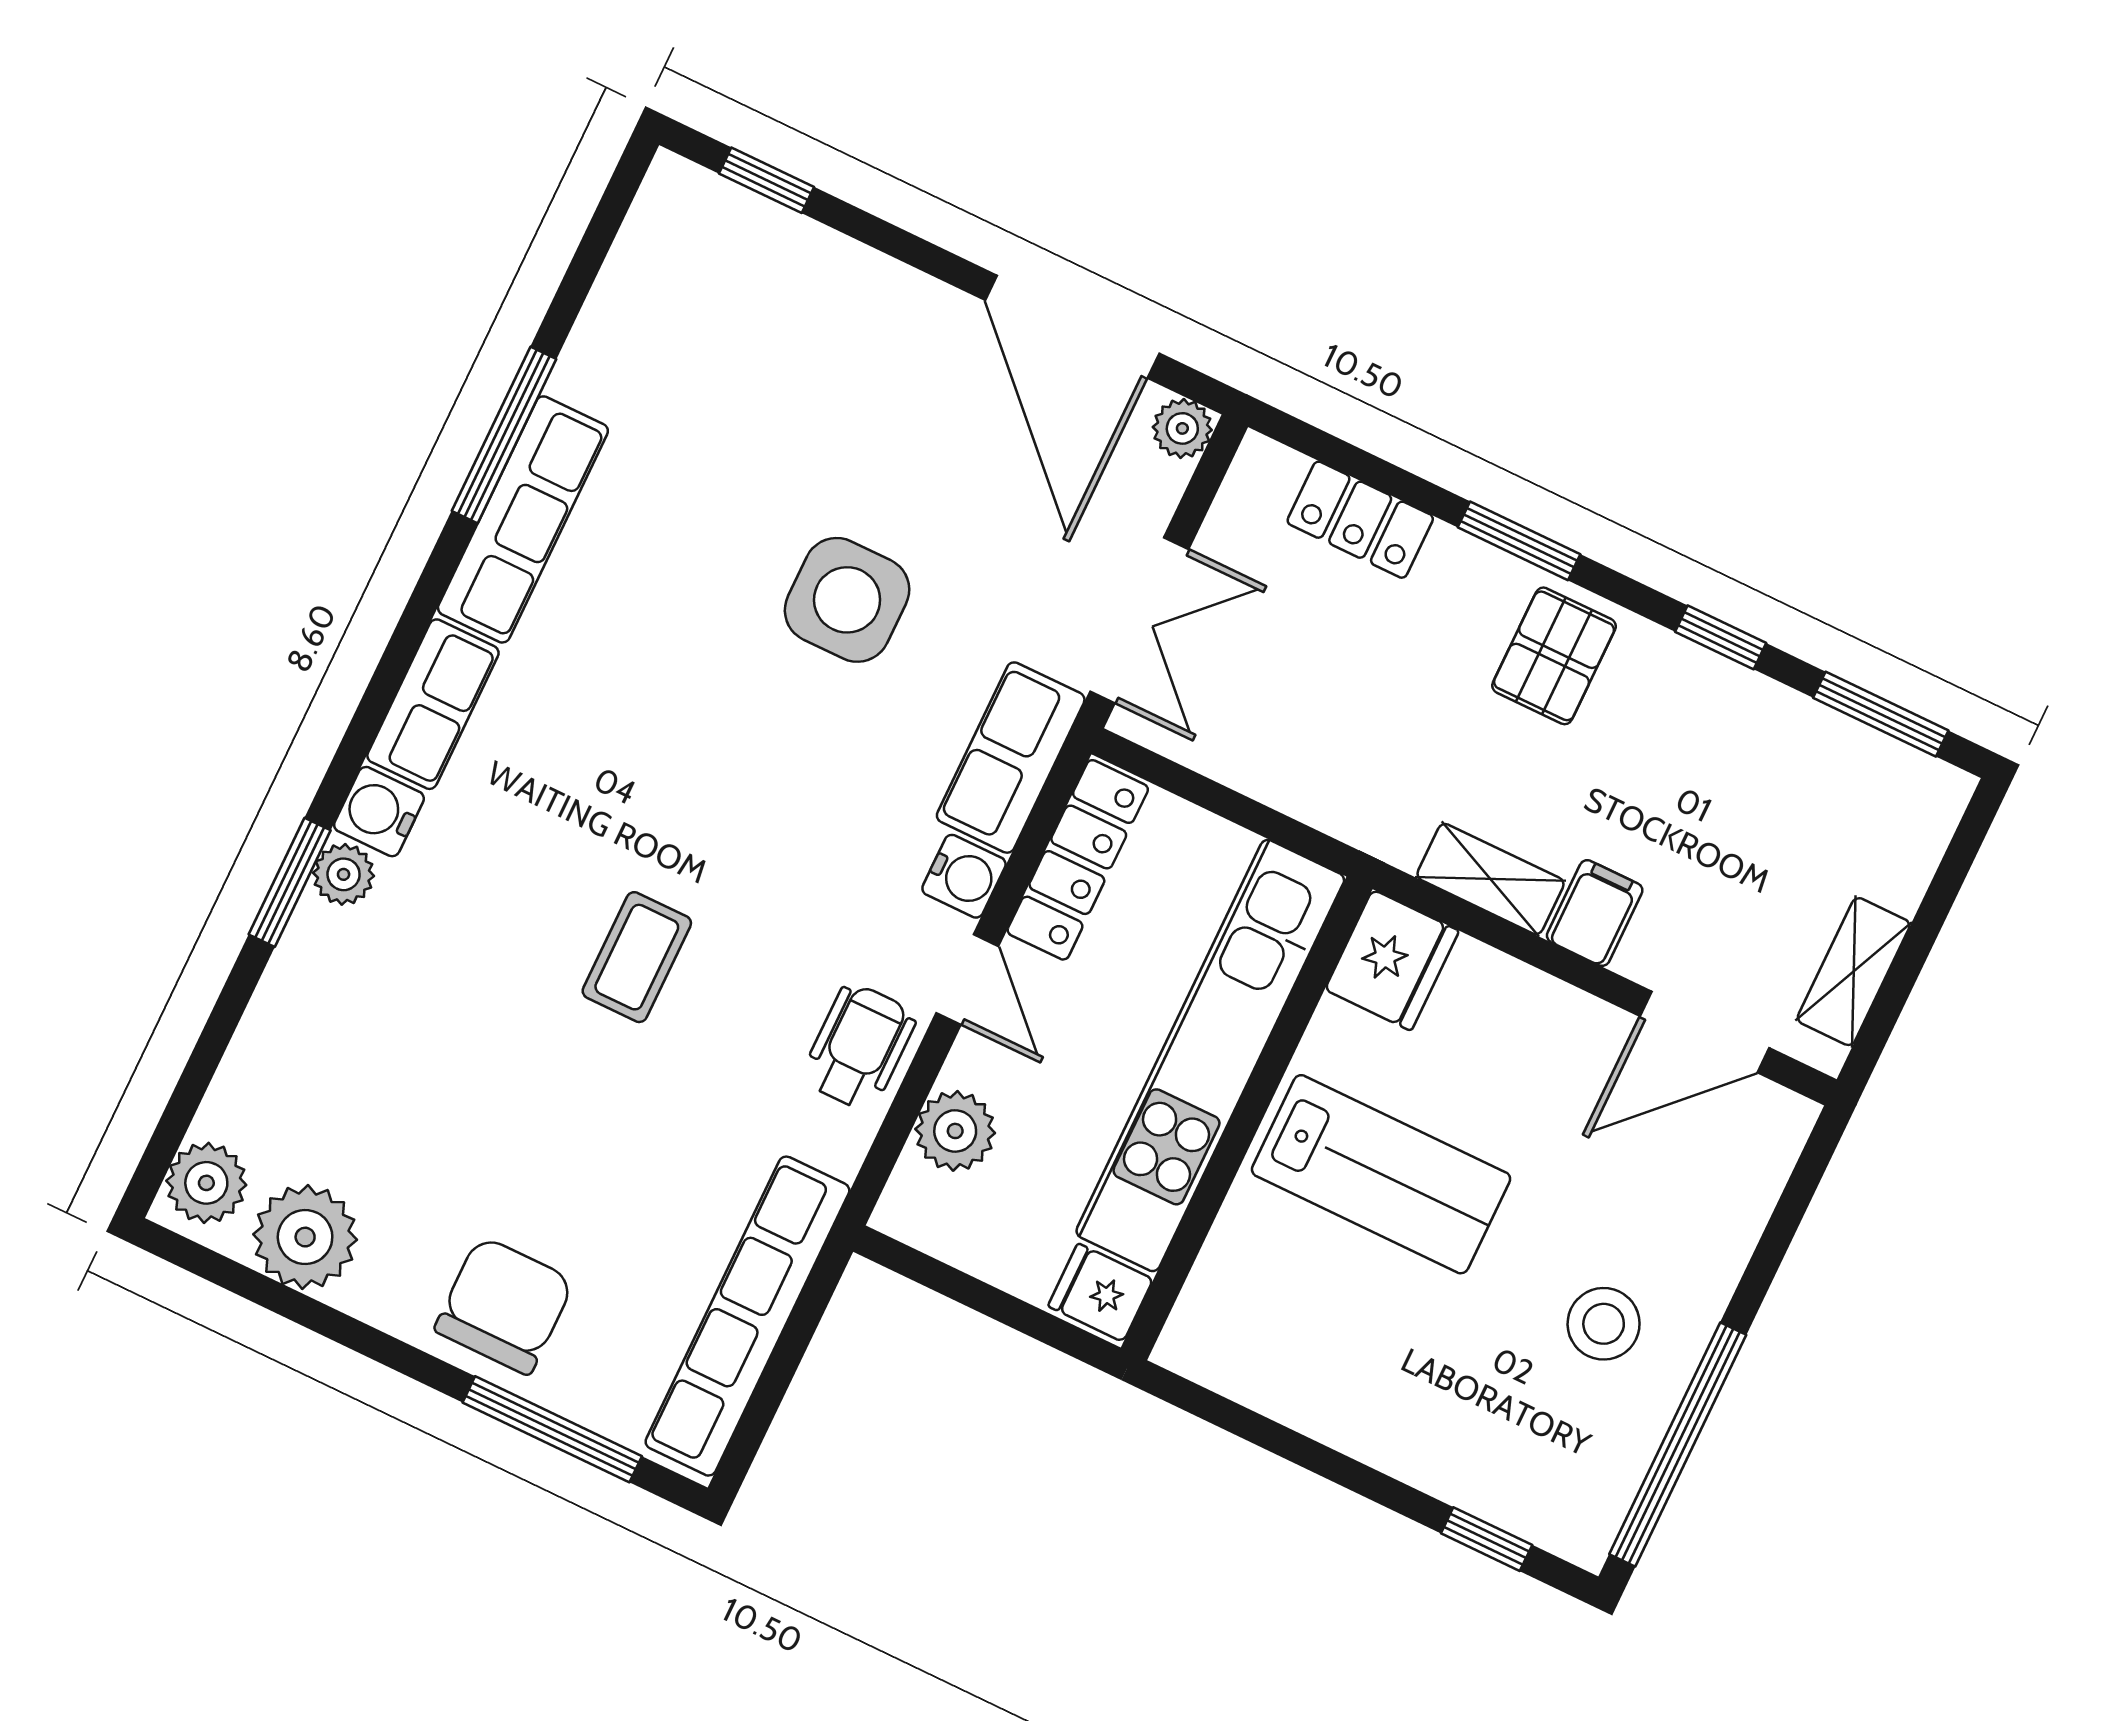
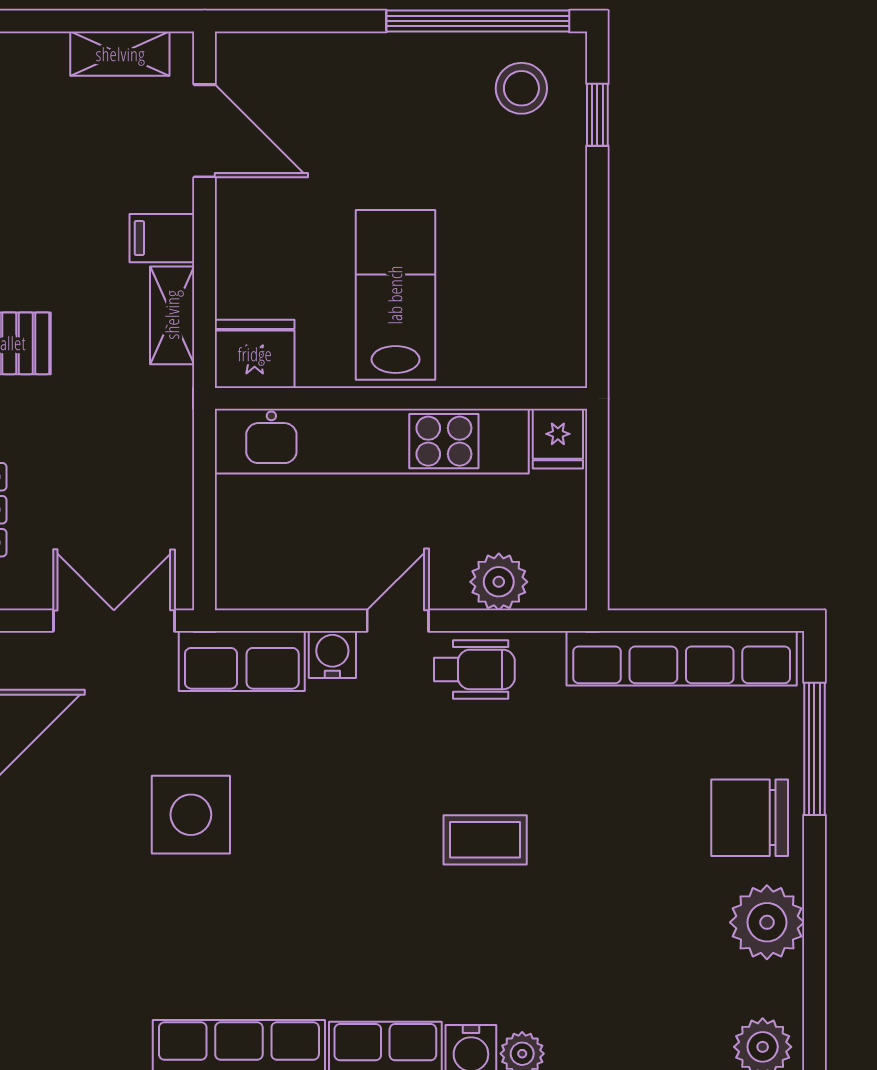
locker: (1078, 860) -> (287, 586), removed
wheelchair: (859, 1047) -> (474, 669), turned 180
plant: (305, 1237) -> (767, 922), moved
stool: (1604, 1324) -> (521, 88), moved

